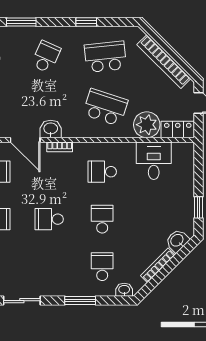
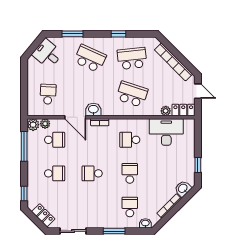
school desk: (46, 57) -> (90, 58), width x1.85
plant: (147, 125) -> (166, 111), width x0.53, depth x0.53
desk: (154, 161) -> (166, 132), width x1.37

